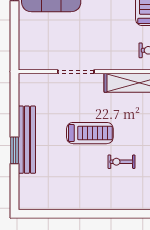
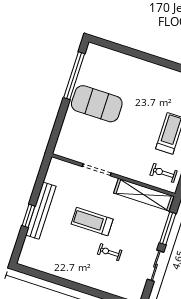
treadmill: (90, 133) -> (92, 222), turned 180

